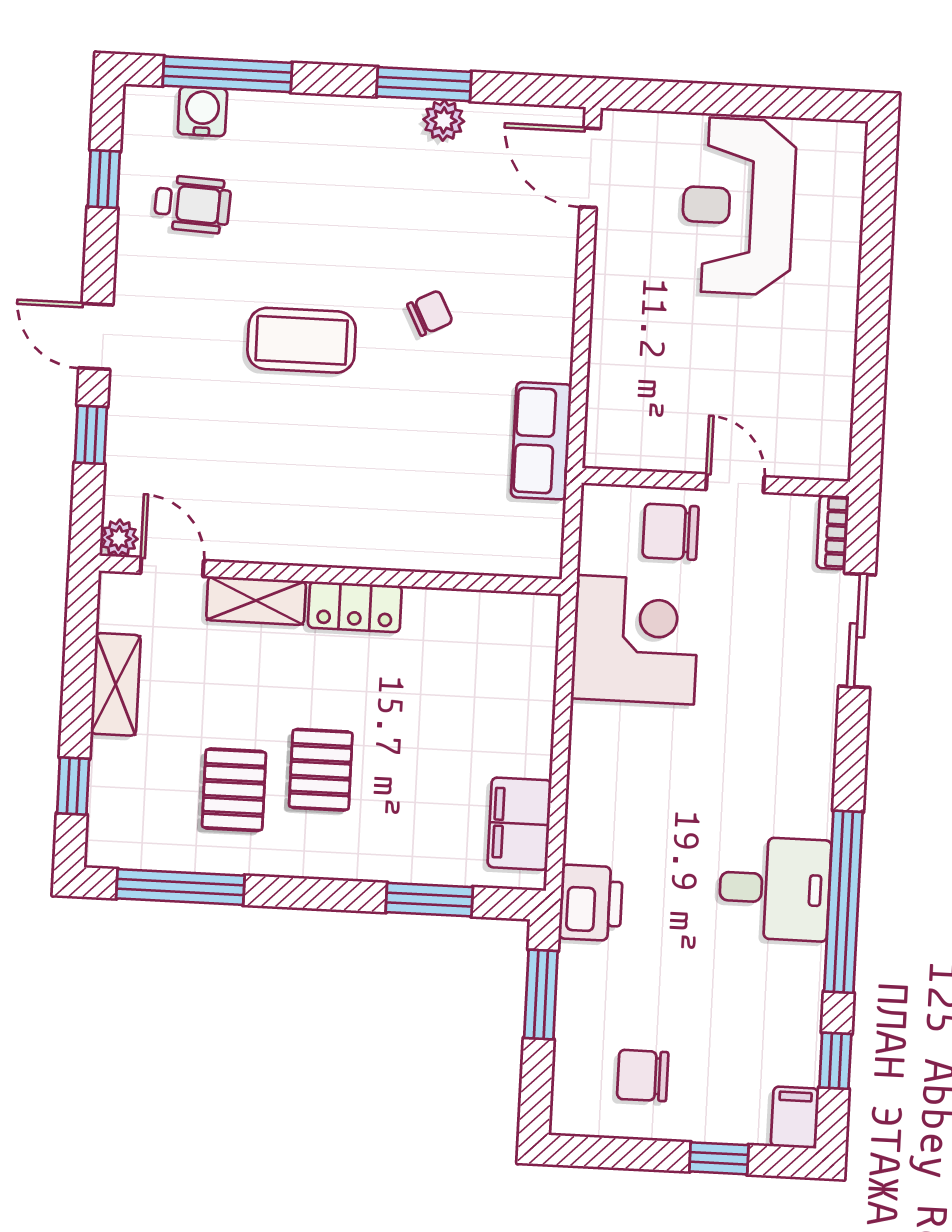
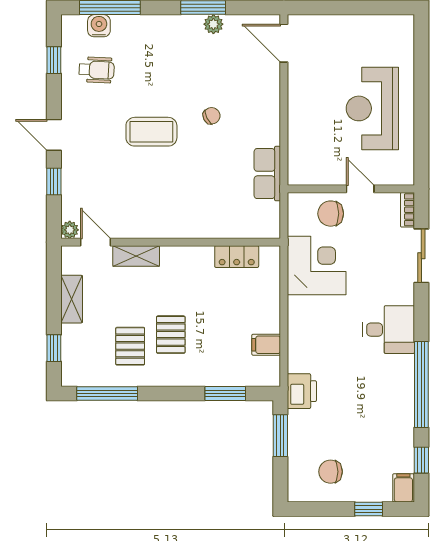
reception desk: (738, 206) -> (372, 108), moved
locker: (355, 607) -> (237, 257), moved
filing cabinet: (520, 824) -> (266, 345), width x0.50
desk: (775, 889) -> (389, 330), moved

